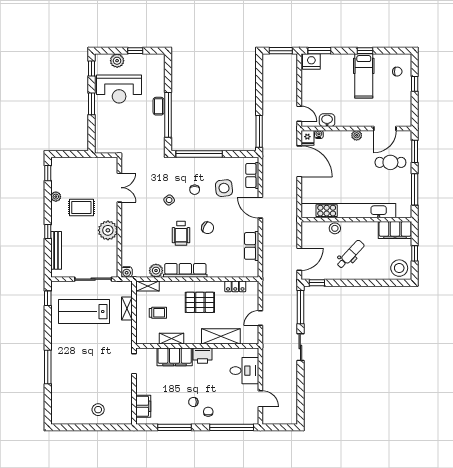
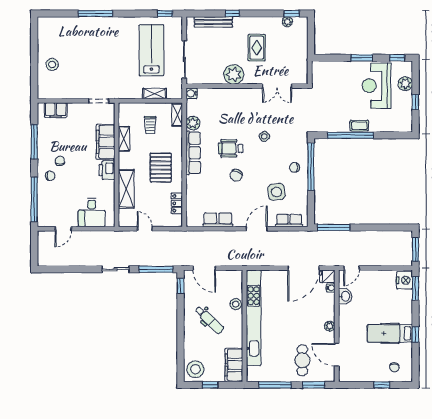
chair: (195, 190) -> (294, 167), moved
plant: (56, 197) -> (287, 22), moved

